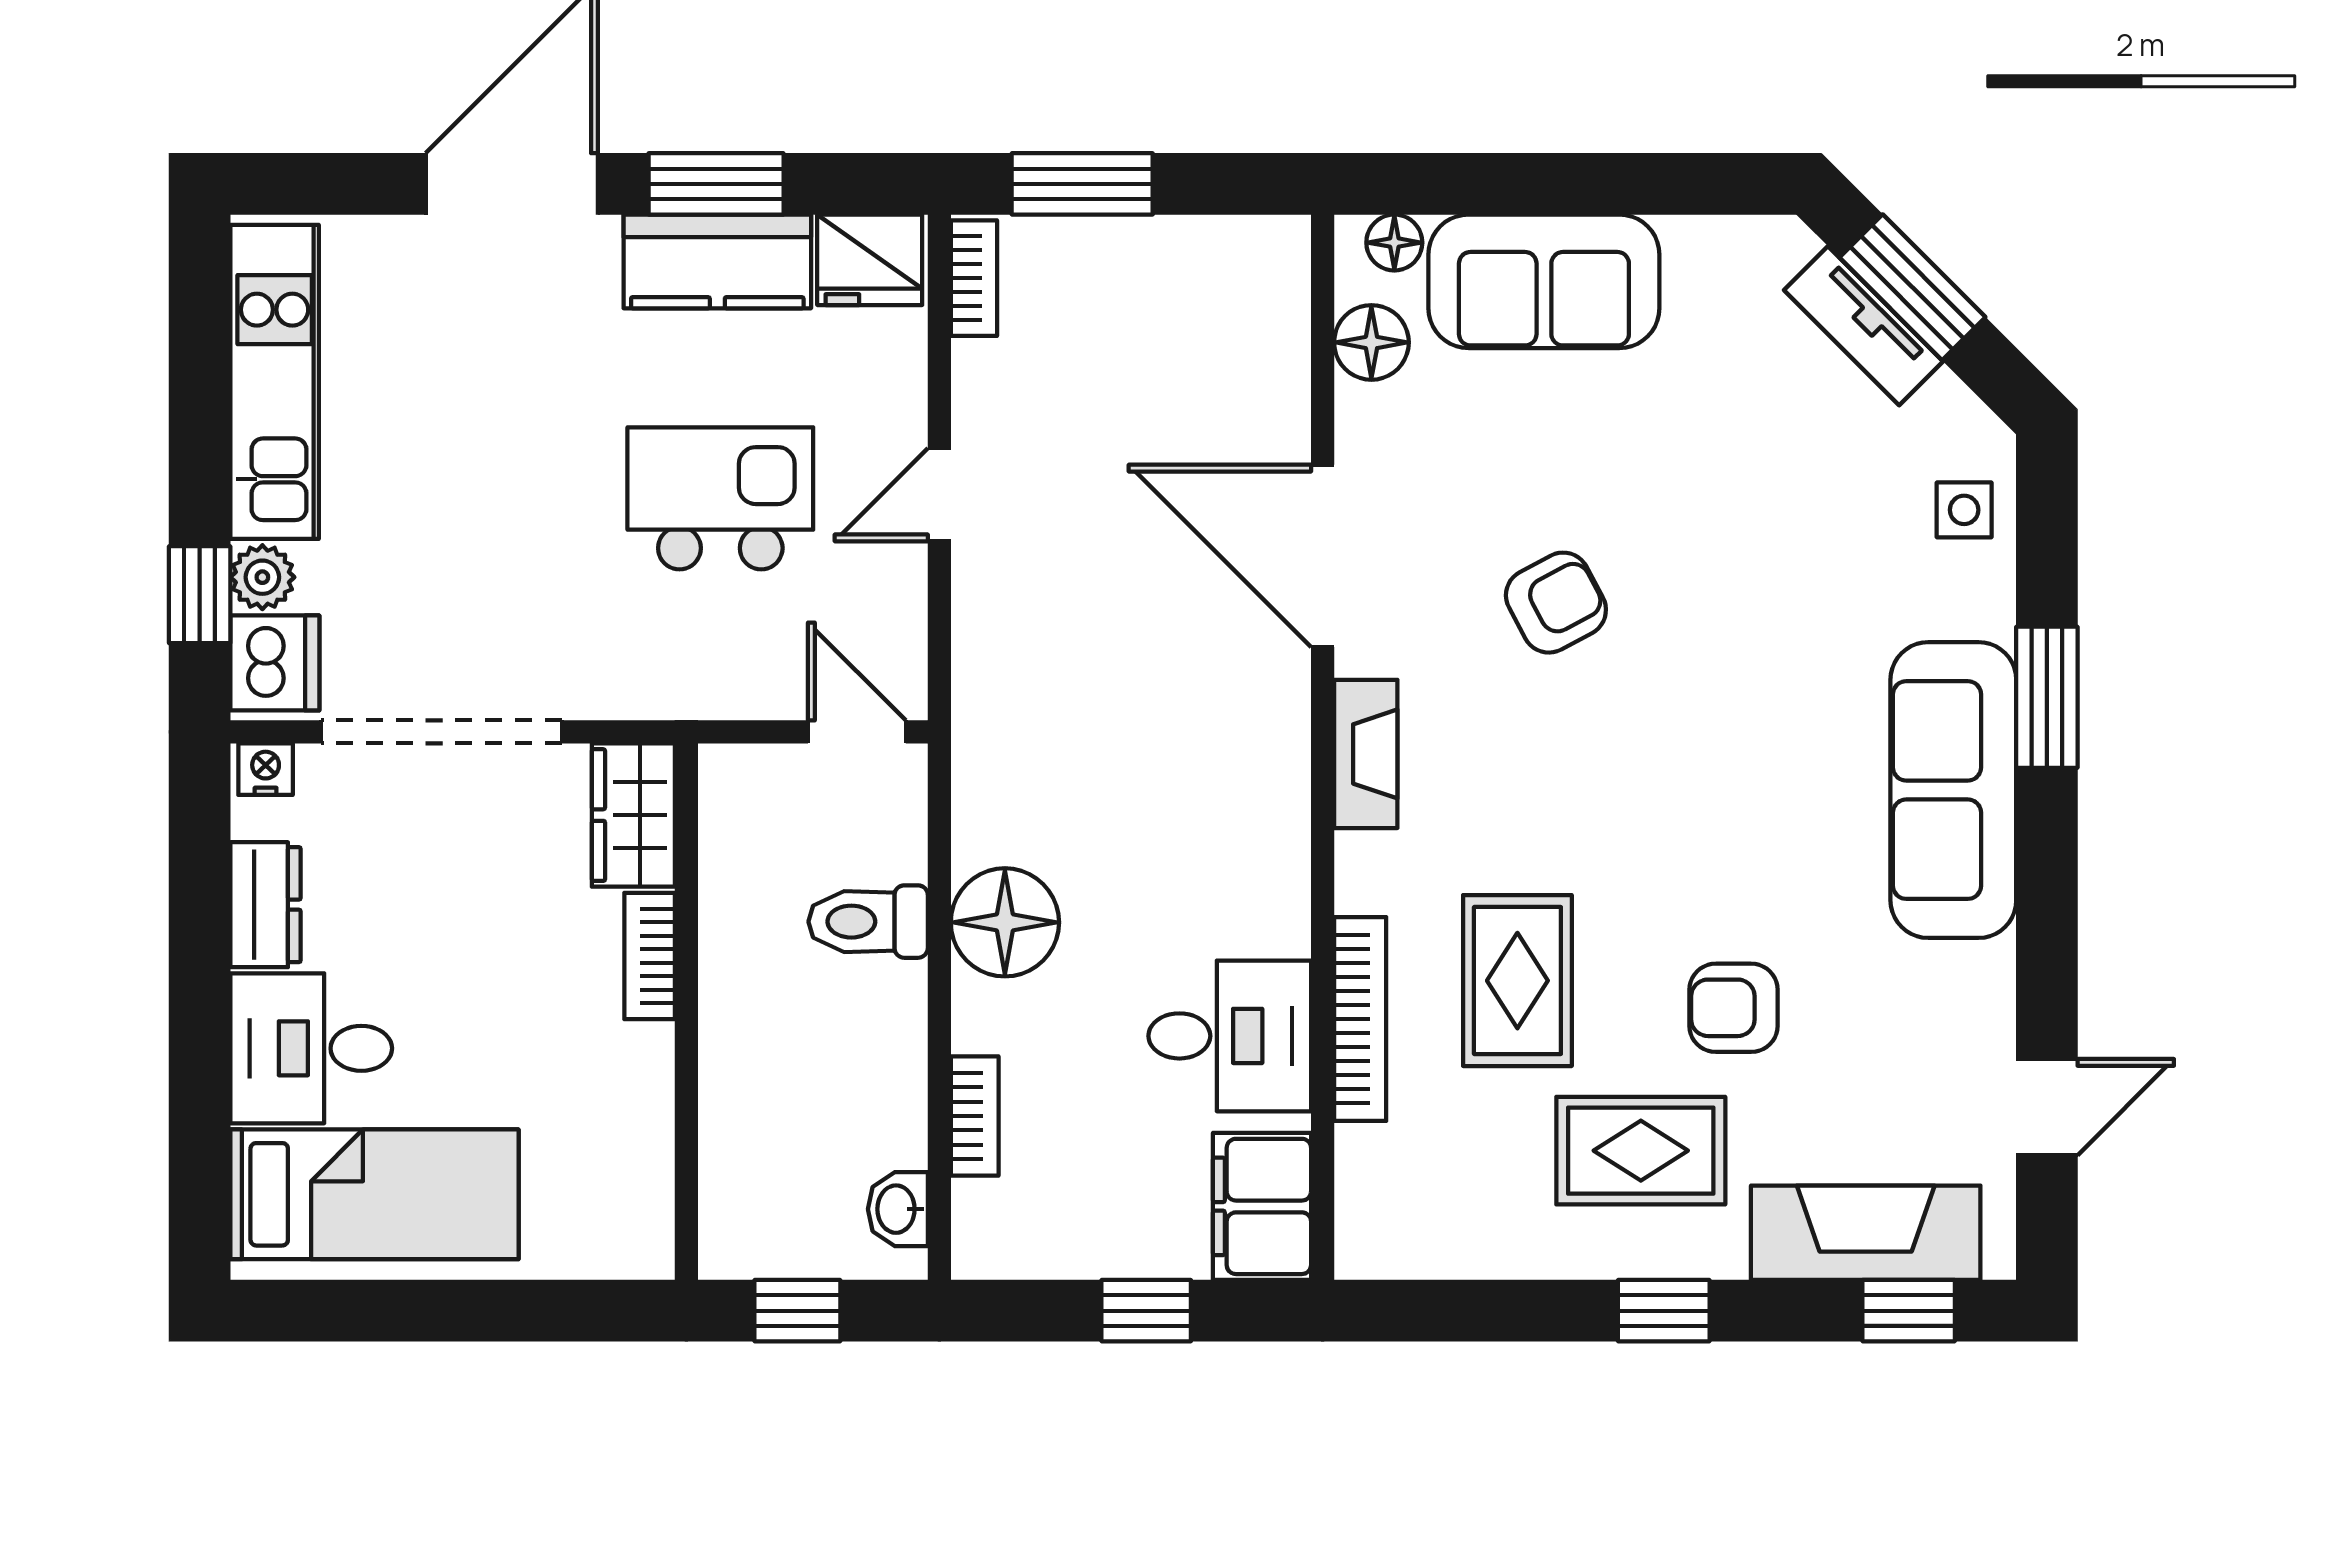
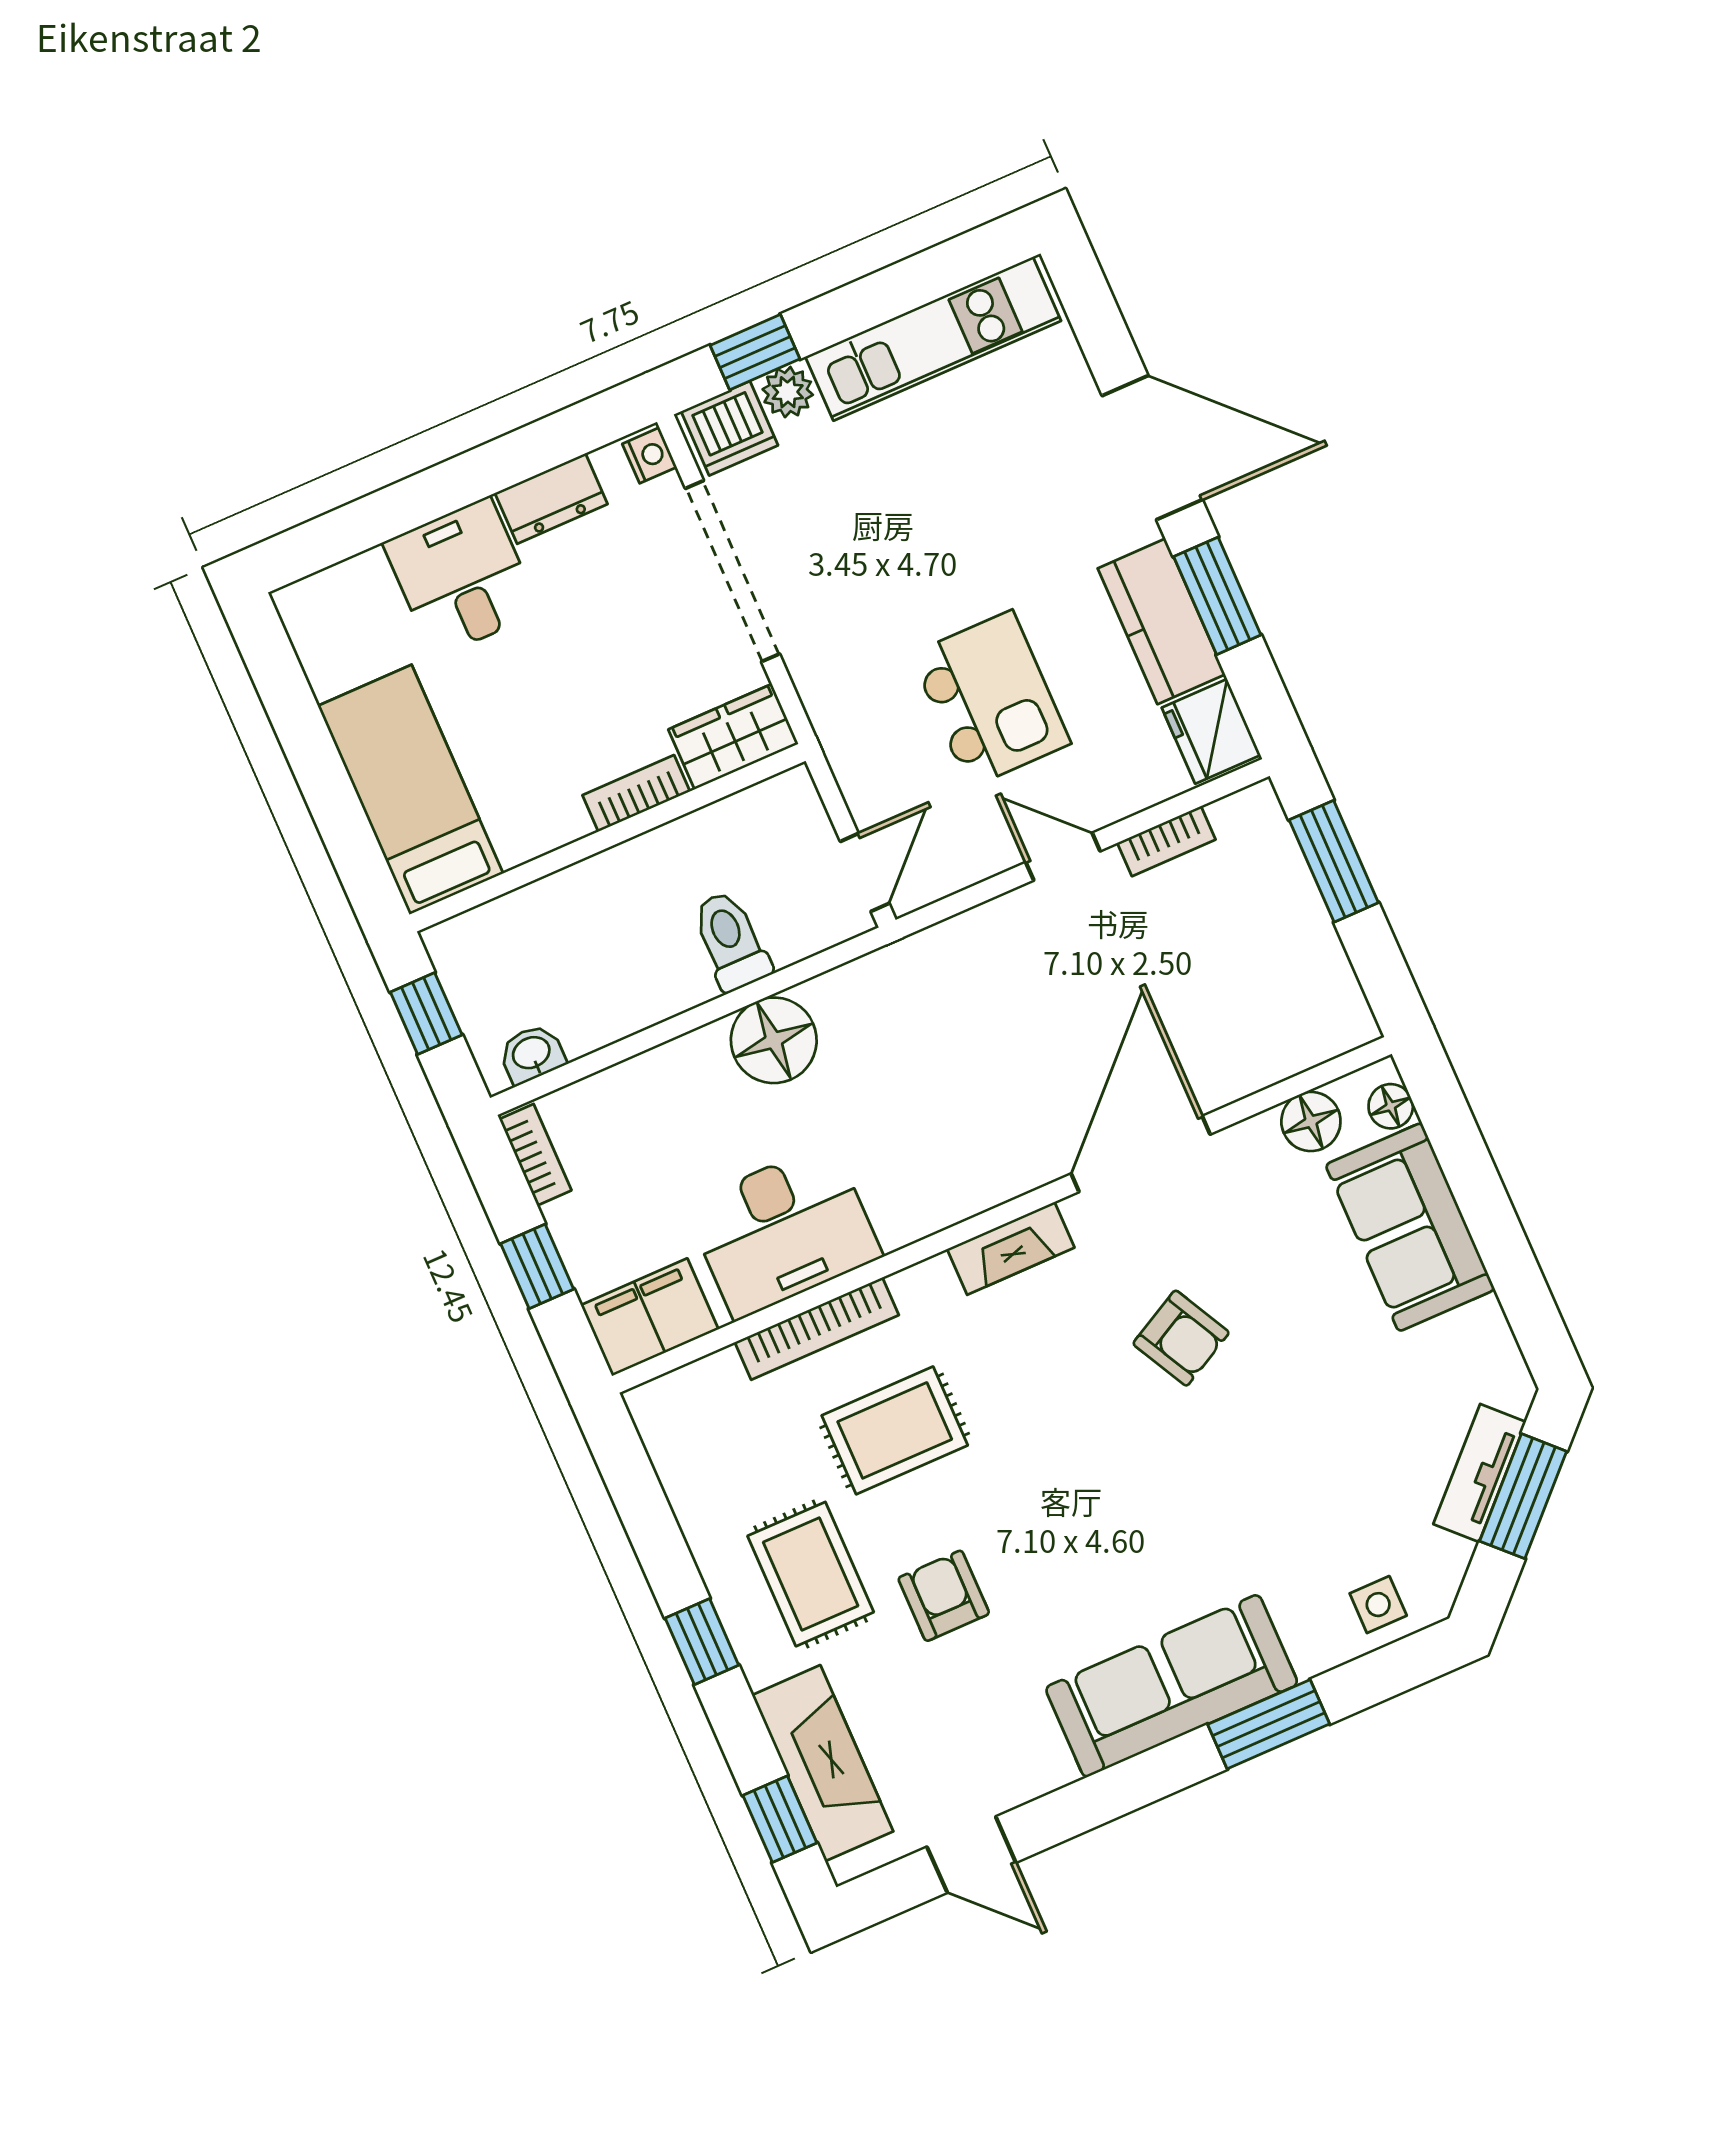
bookcase: (974, 278) -> (1166, 841), moved
desk: (1230, 1036) -> (783, 1231), width x1.37
bookcase: (975, 1116) -> (535, 1155), moved, turned -90
bed: (374, 1194) -> (411, 790), moved, turned 180

